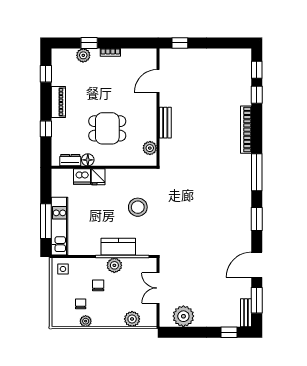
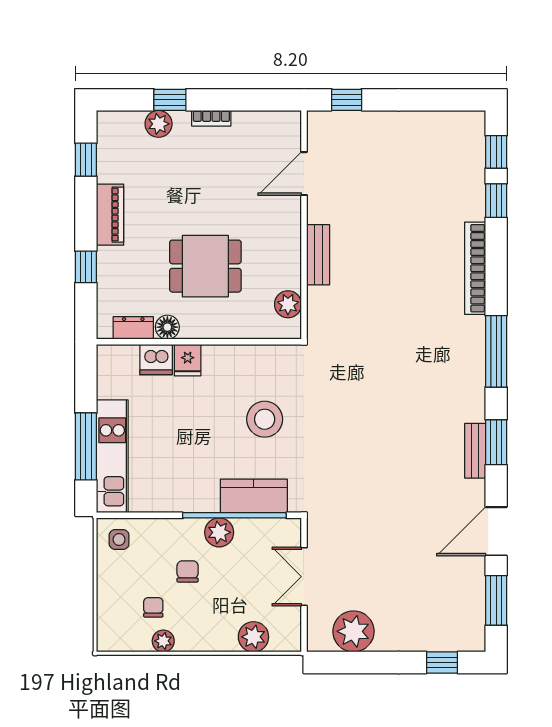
kitchen counter: (118, 247) -> (254, 496), moved
bench: (246, 313) -> (475, 451), moved

